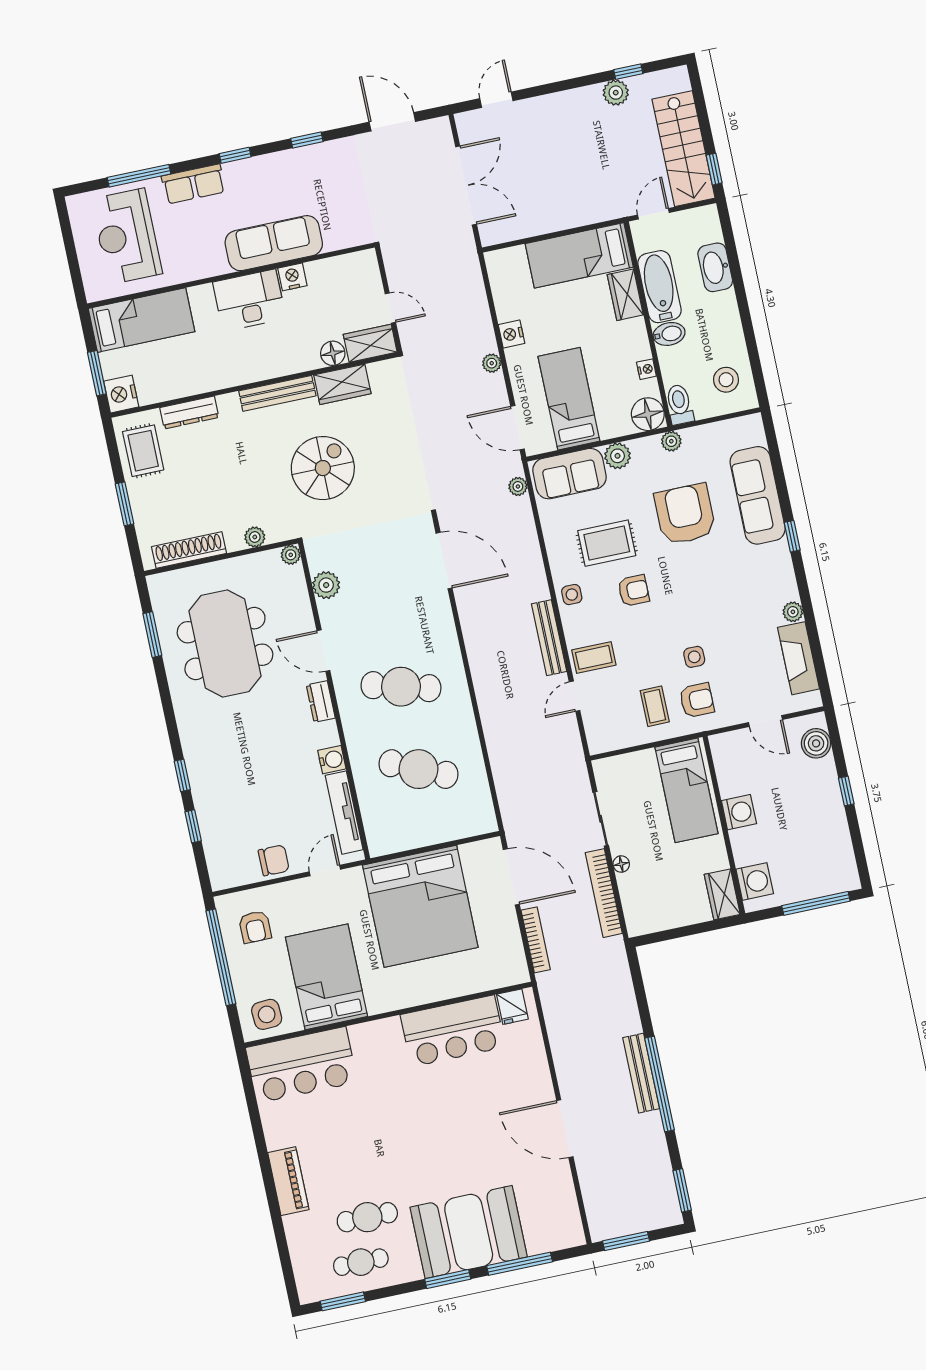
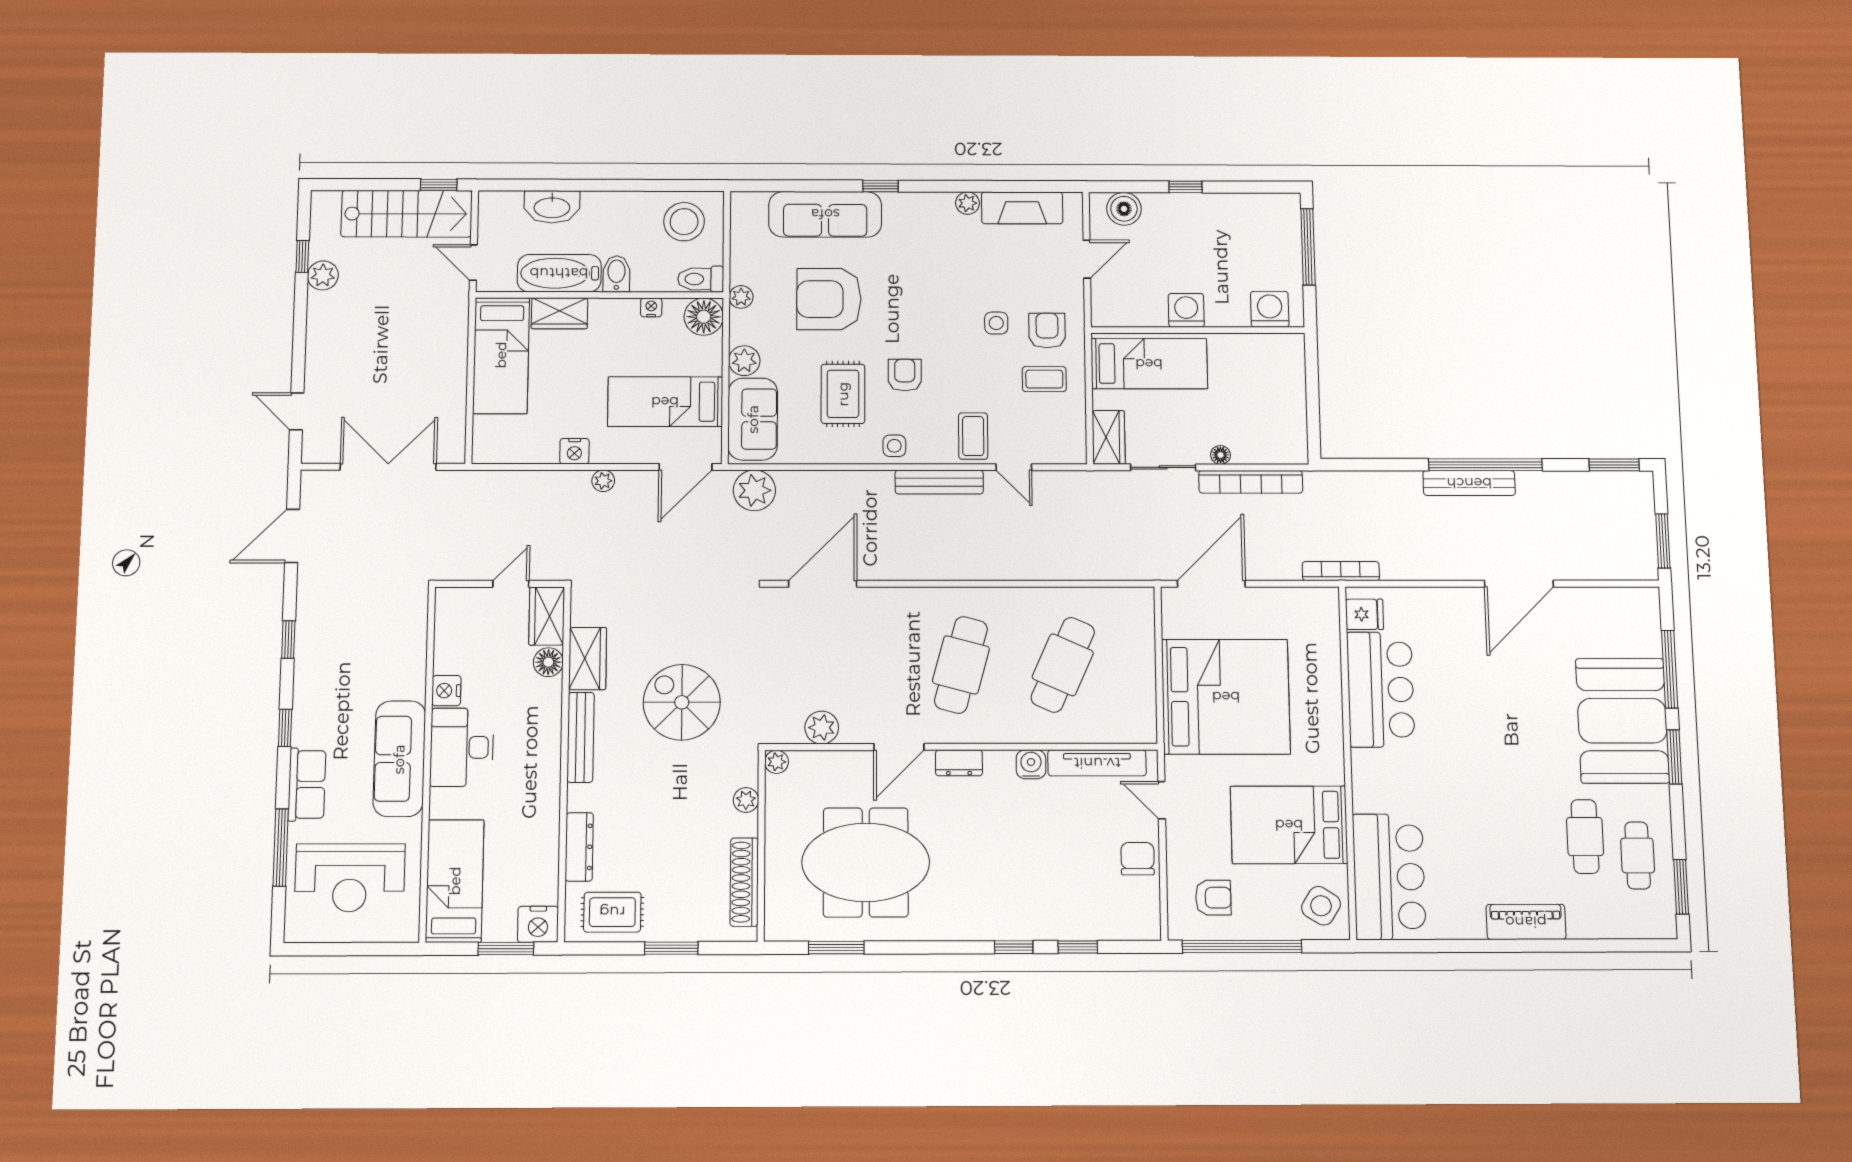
sofa: (274, 243) -> (399, 759), moved
stool: (726, 380) -> (684, 222), width x1.38, depth x1.38
plant: (518, 486) -> (754, 490), width x1.88, depth x1.88
wardrobe: (722, 894) -> (1109, 437), moved, turned -90
bookcase: (536, 940) -> (1341, 571), moved
side table: (267, 1014) -> (1321, 906), turned 35

